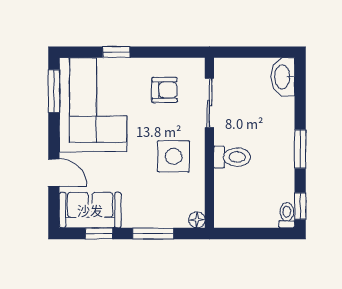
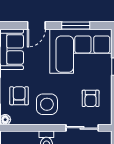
window: (54, 91) -> (76, 26), moved
armchair: (161, 199) -> (19, 96), added

